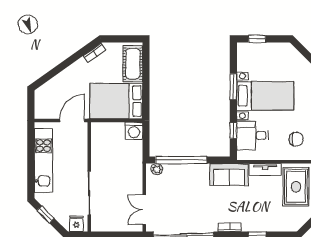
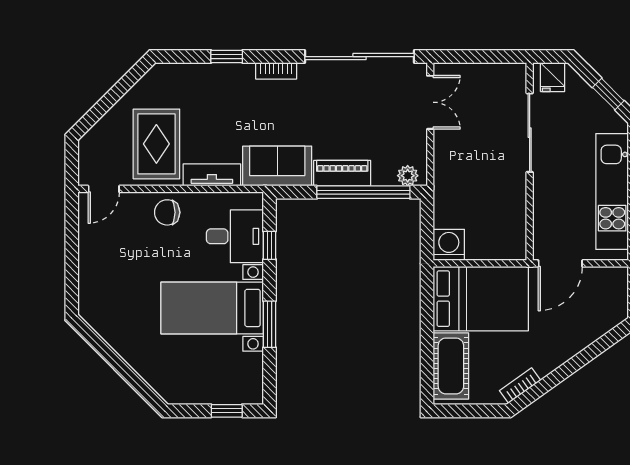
chair: (296, 139) -> (167, 212), moved
piano: (193, 171) -> (342, 173), added

